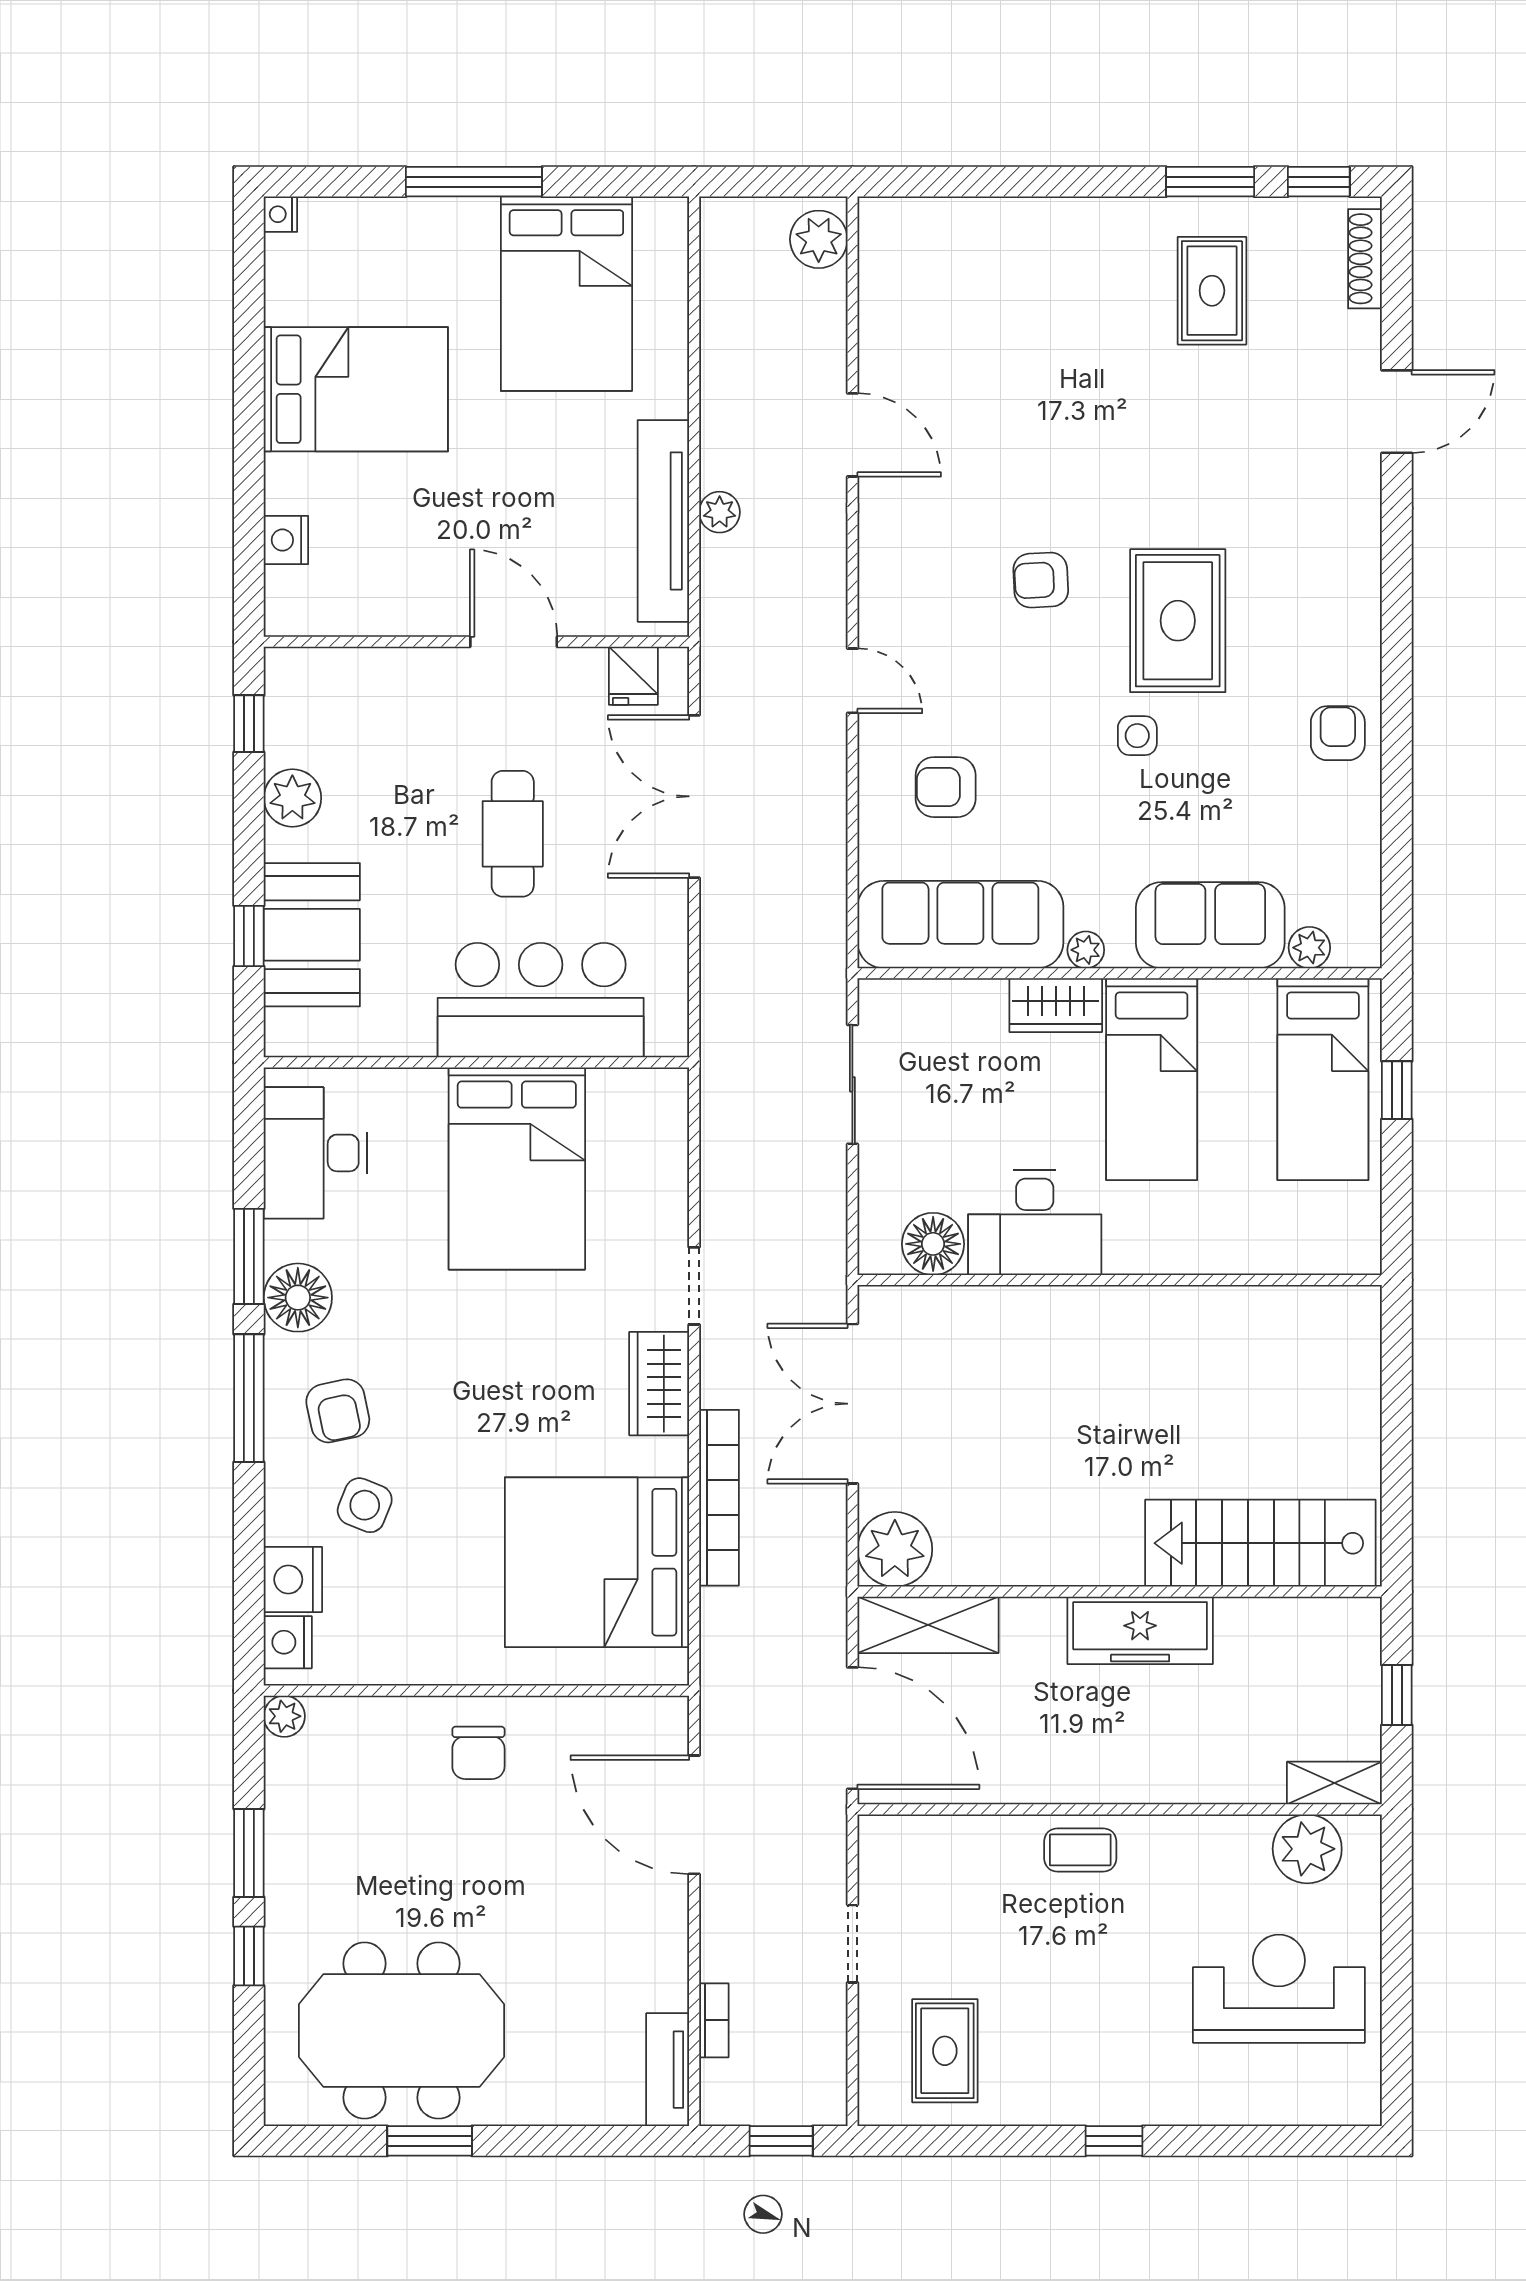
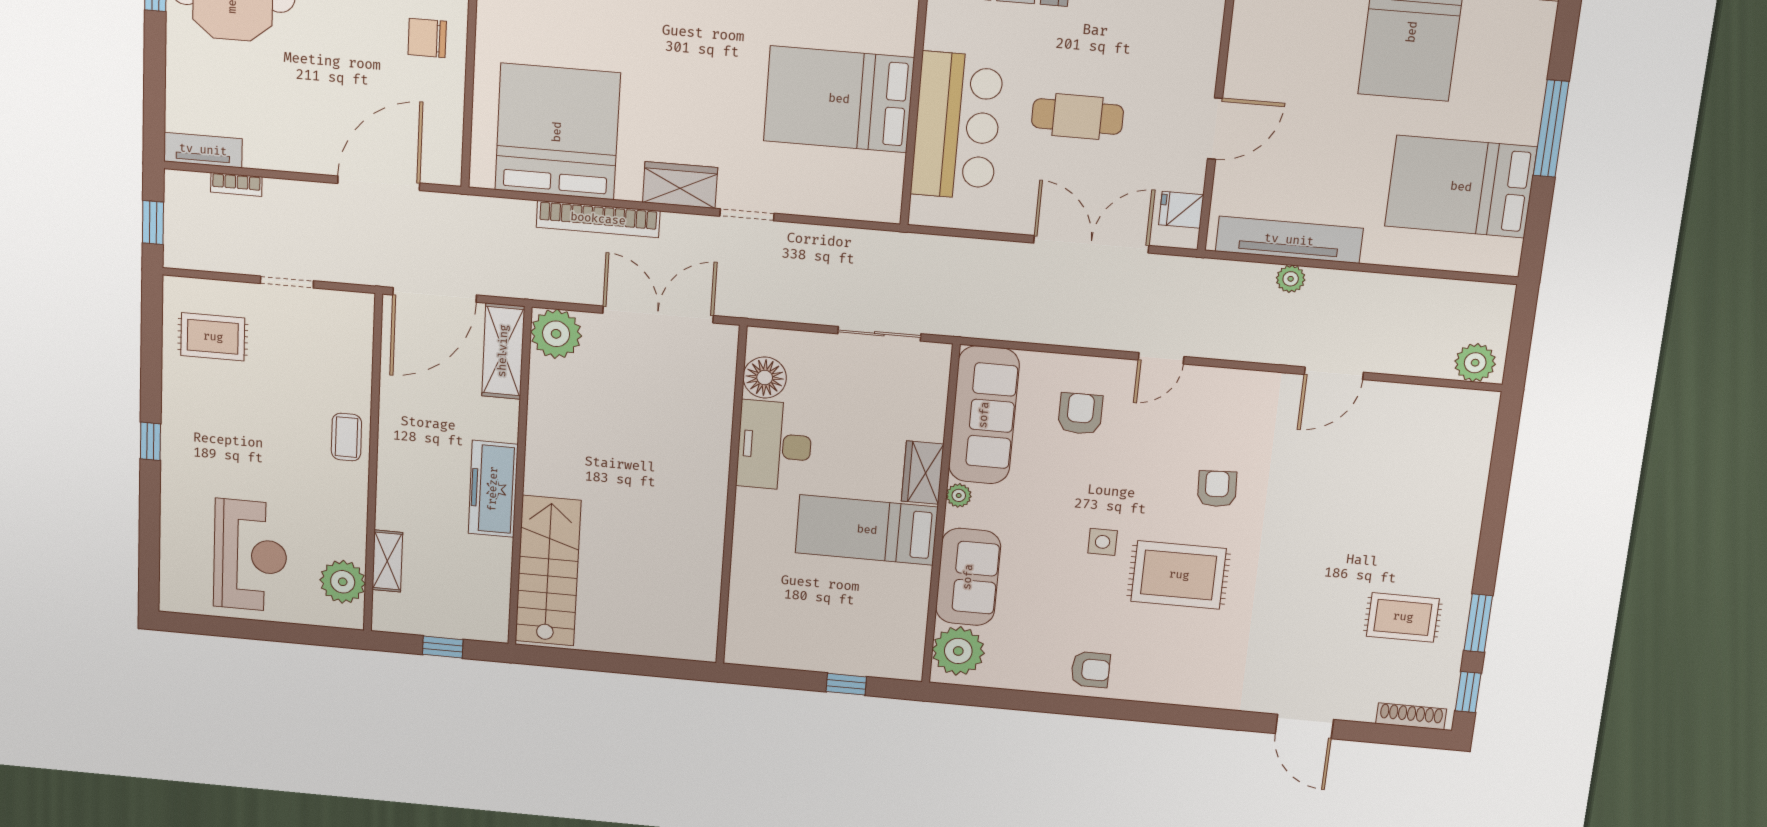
plant: (1309, 948) -> (958, 651), width x1.88, depth x1.88
bed: (1323, 1079) -> (857, 639), removed
shelving: (1334, 1783) -> (387, 561), moved

